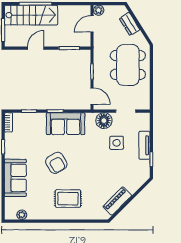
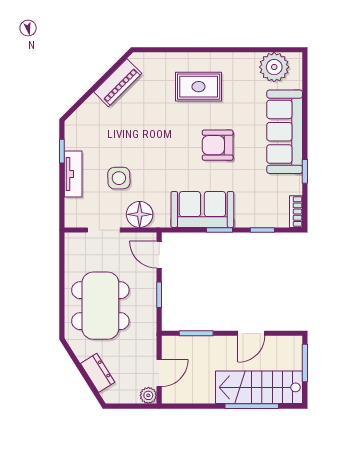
armchair: (56, 163) -> (218, 145), turned -60
sofa: (15, 178) -> (285, 132), width x1.36
plant: (22, 215) -> (274, 67), width x1.88, depth x1.88

